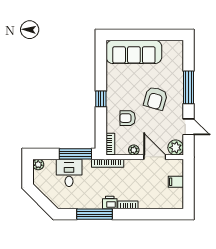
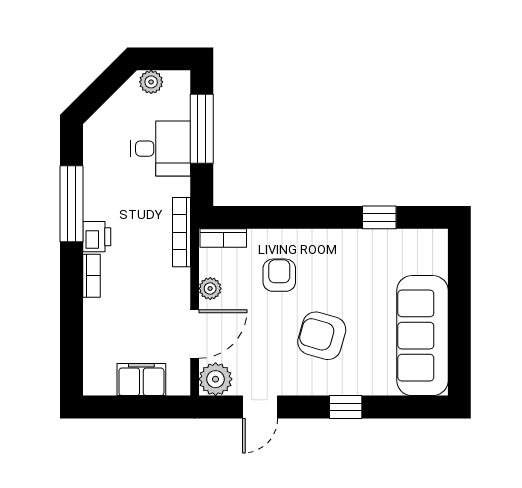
sofa: (134, 52) -> (422, 336), moved
window: (189, 87) -> (346, 407), width x0.46
window: (101, 99) -> (379, 217), moved
window: (75, 154) -> (202, 129), moved
plant: (38, 165) -> (151, 82), moved
filing cabinet: (176, 182) -> (141, 380), width x2.00

